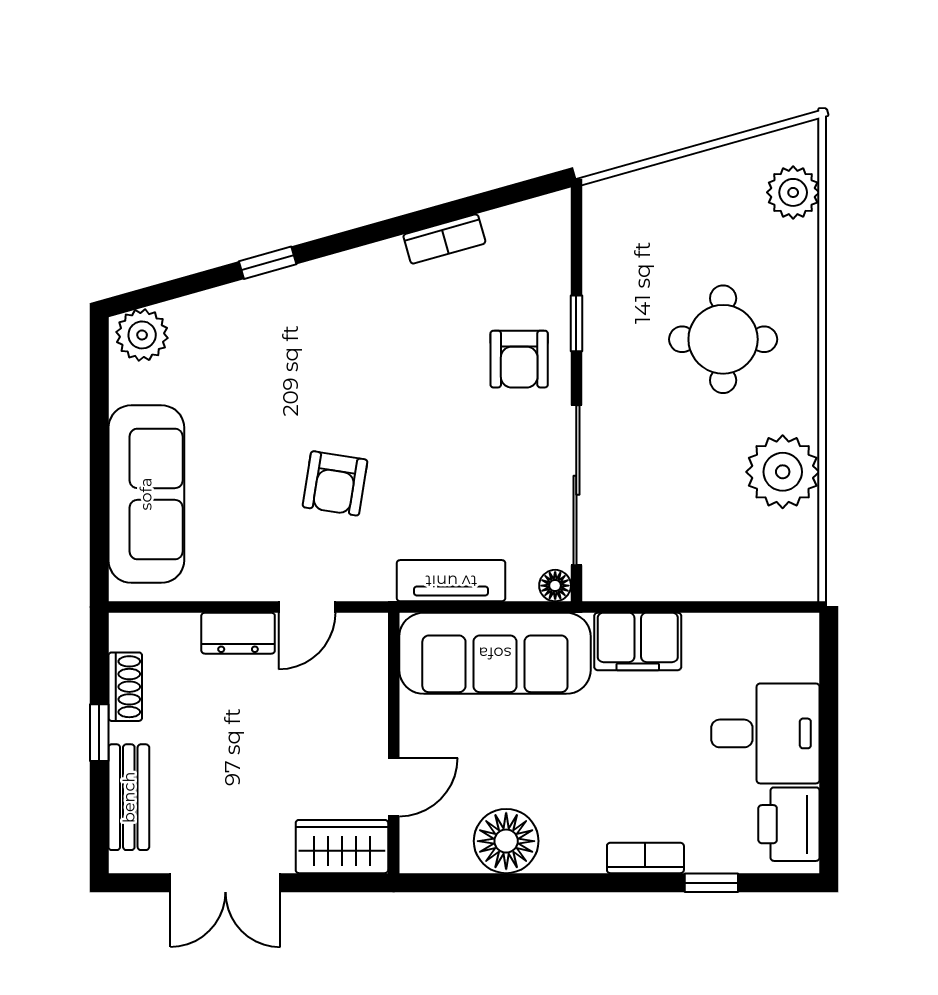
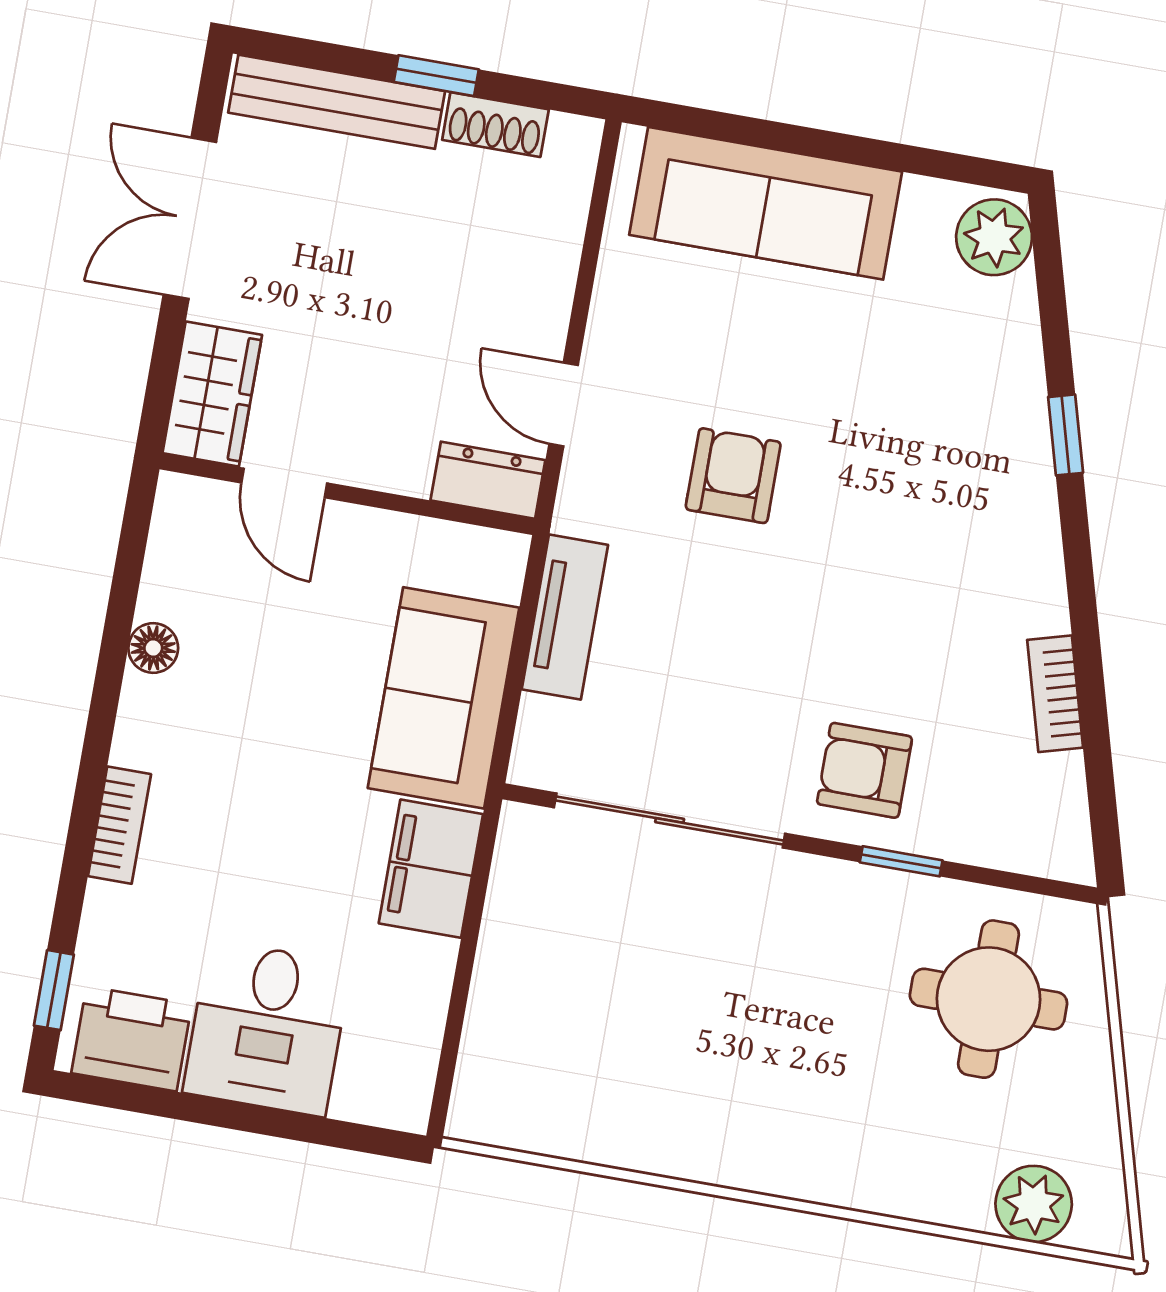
round table: (723, 339) -> (988, 999), moved
plant: (783, 472) -> (637, 1119), removed
armchair: (335, 483) -> (733, 476), turned 81
floor lamp: (555, 586) -> (532, 765), removed
dresser: (238, 633) -> (488, 480), moved, turned 90
sofa: (495, 653) -> (444, 698), width x0.73
bench: (129, 797) -> (337, 102), width x1.36
floor lamp: (506, 841) -> (153, 648), width x0.53, depth x0.53
window: (711, 883) -> (54, 990), moved

